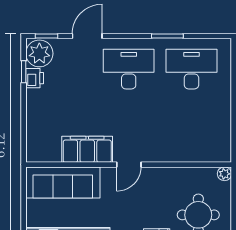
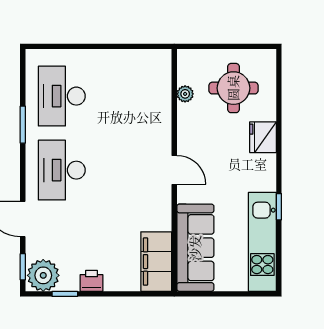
printer: (35, 78) -> (92, 281), moved
filing cabinet: (87, 149) -> (156, 262), moved
plant: (224, 174) -> (185, 94), moved

